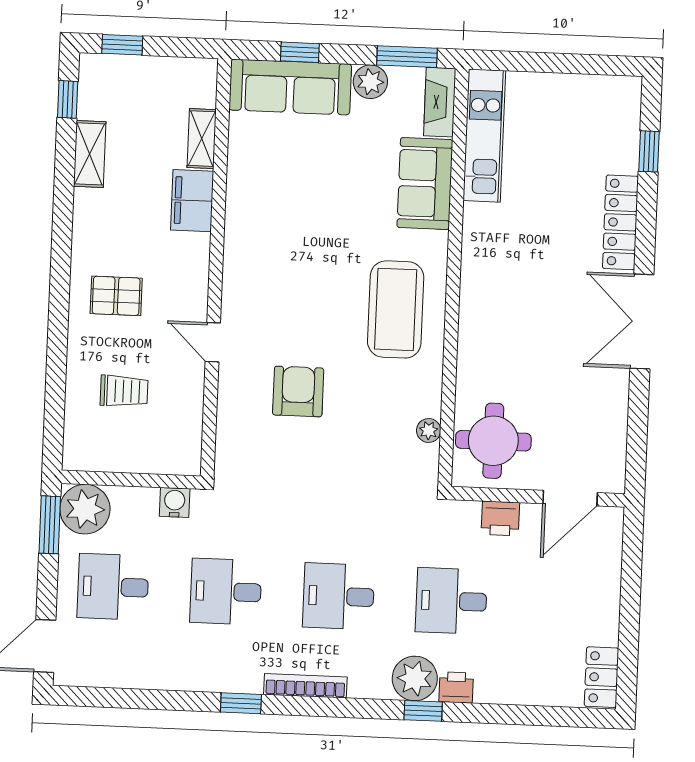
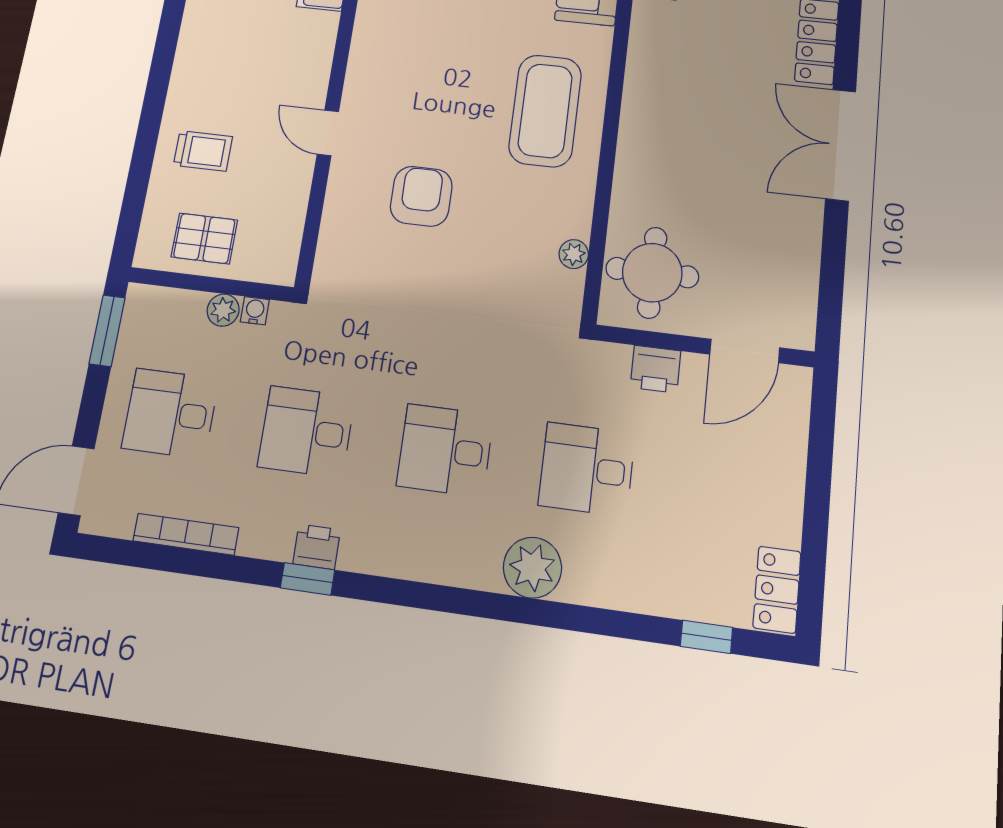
pallet: (116, 296) -> (204, 238), moved
trolley: (124, 391) -> (203, 151), moved
water cooler: (175, 502) -> (255, 311), width x0.72, depth x0.72
plant: (85, 509) -> (223, 310), moved, width x0.53, depth x0.53
bookcase: (305, 686) -> (186, 534), moved
printer: (456, 687) -> (317, 547), moved
window: (423, 711) -> (706, 637), moved

